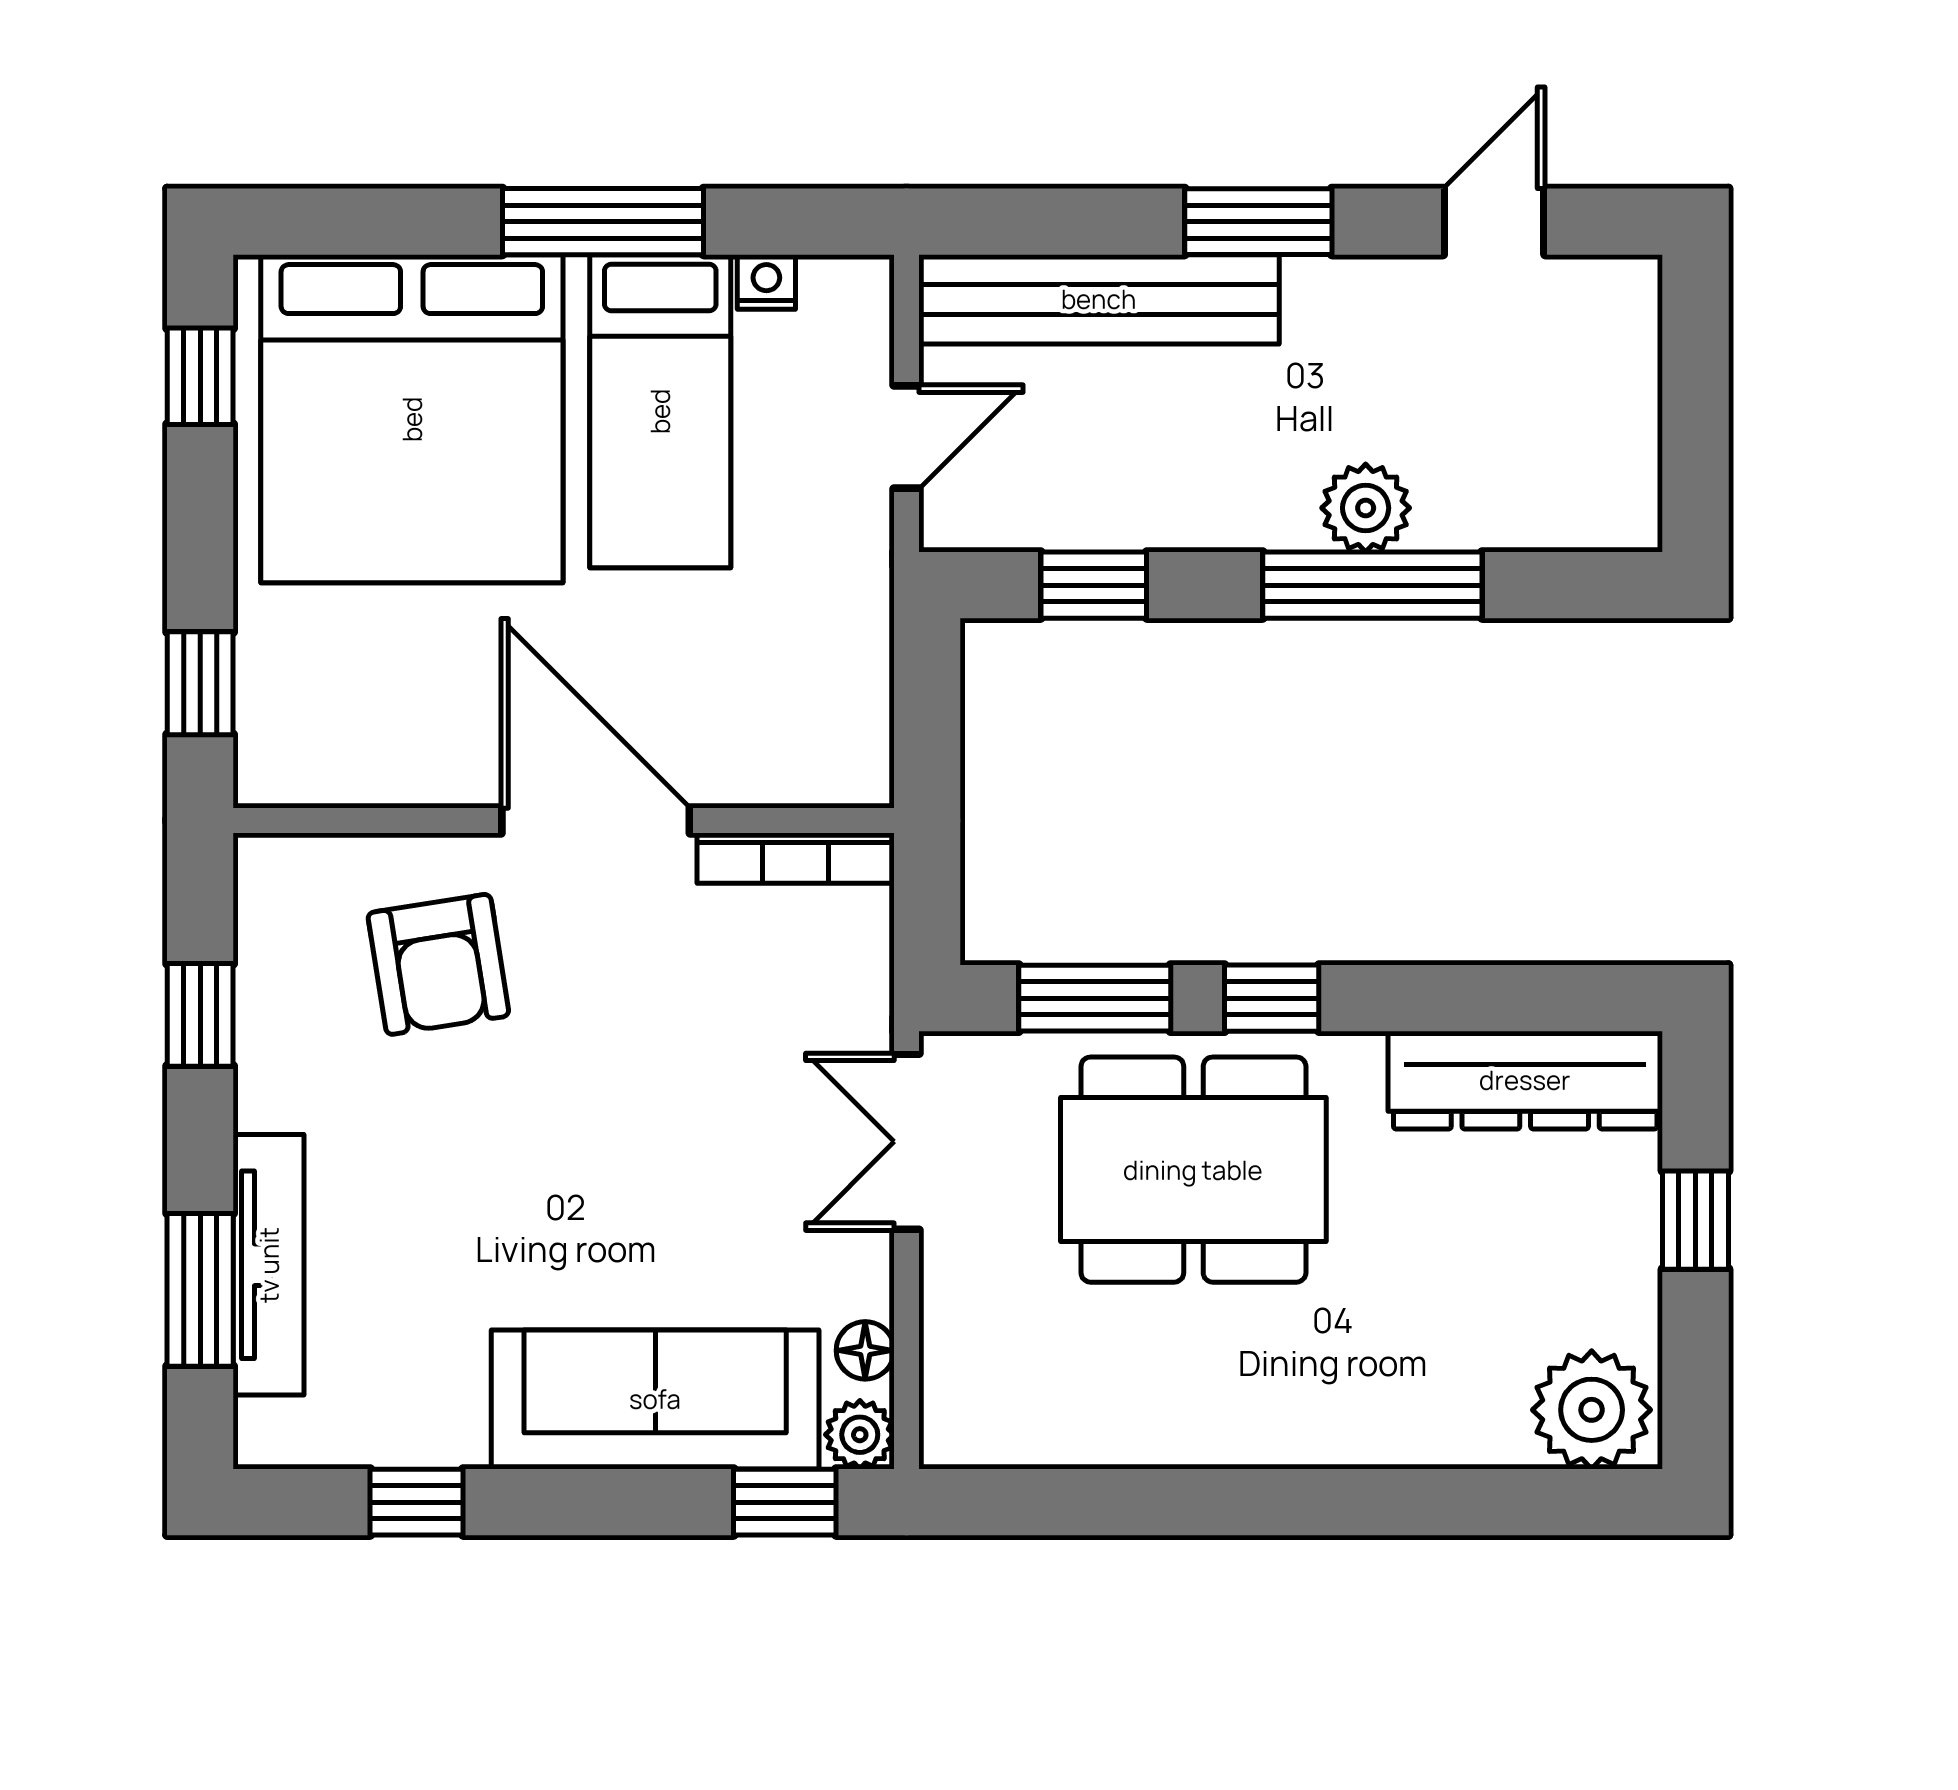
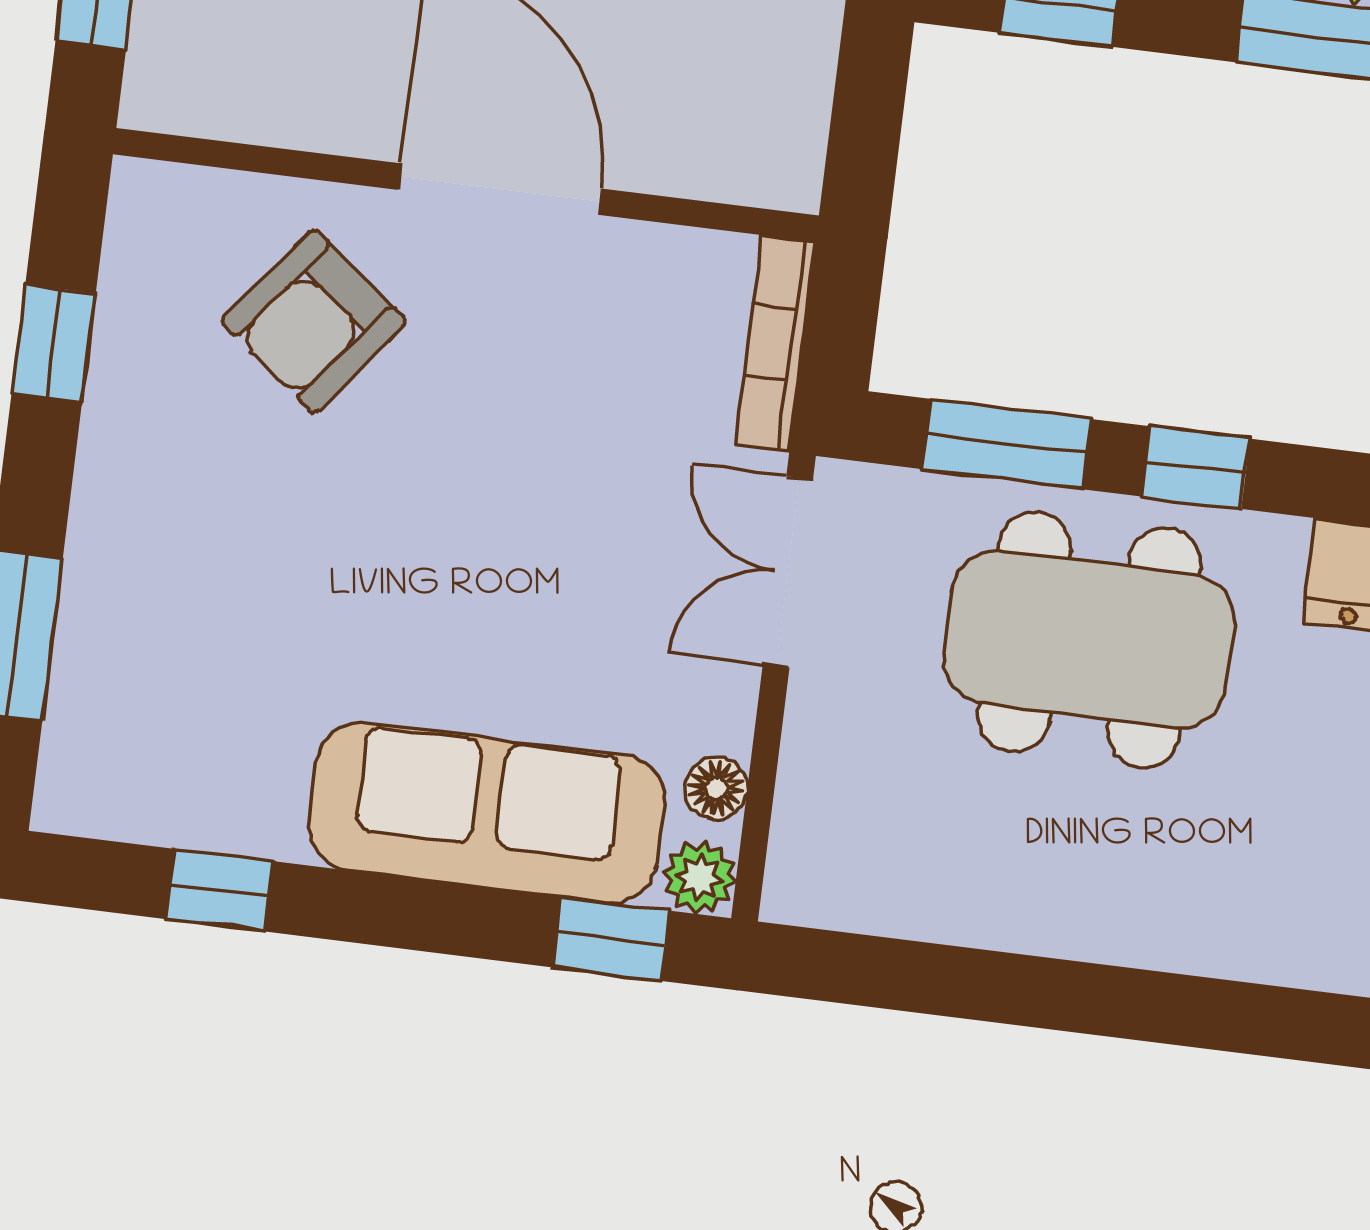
bookcase: (796, 858) -> (776, 343), moved, turned 90
armchair: (438, 964) -> (314, 321), turned 47
tv unit: (269, 1265) -> (93, 618), removed

